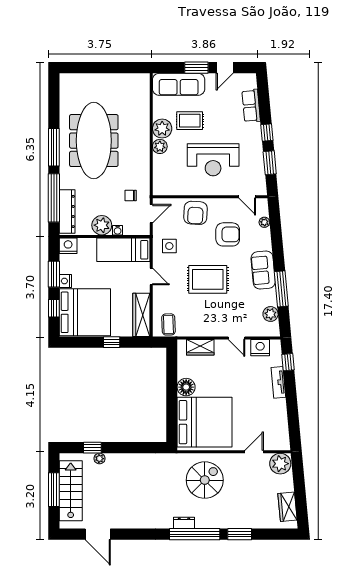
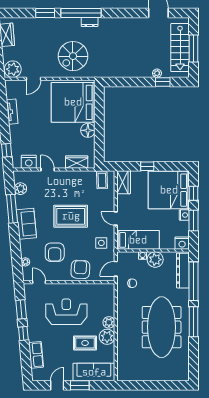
armchair: (228, 234) -> (55, 252), turned -90
wardrobe: (141, 315) -> (124, 182), width x0.67
tv unit: (278, 382) -> (12, 112), moved

